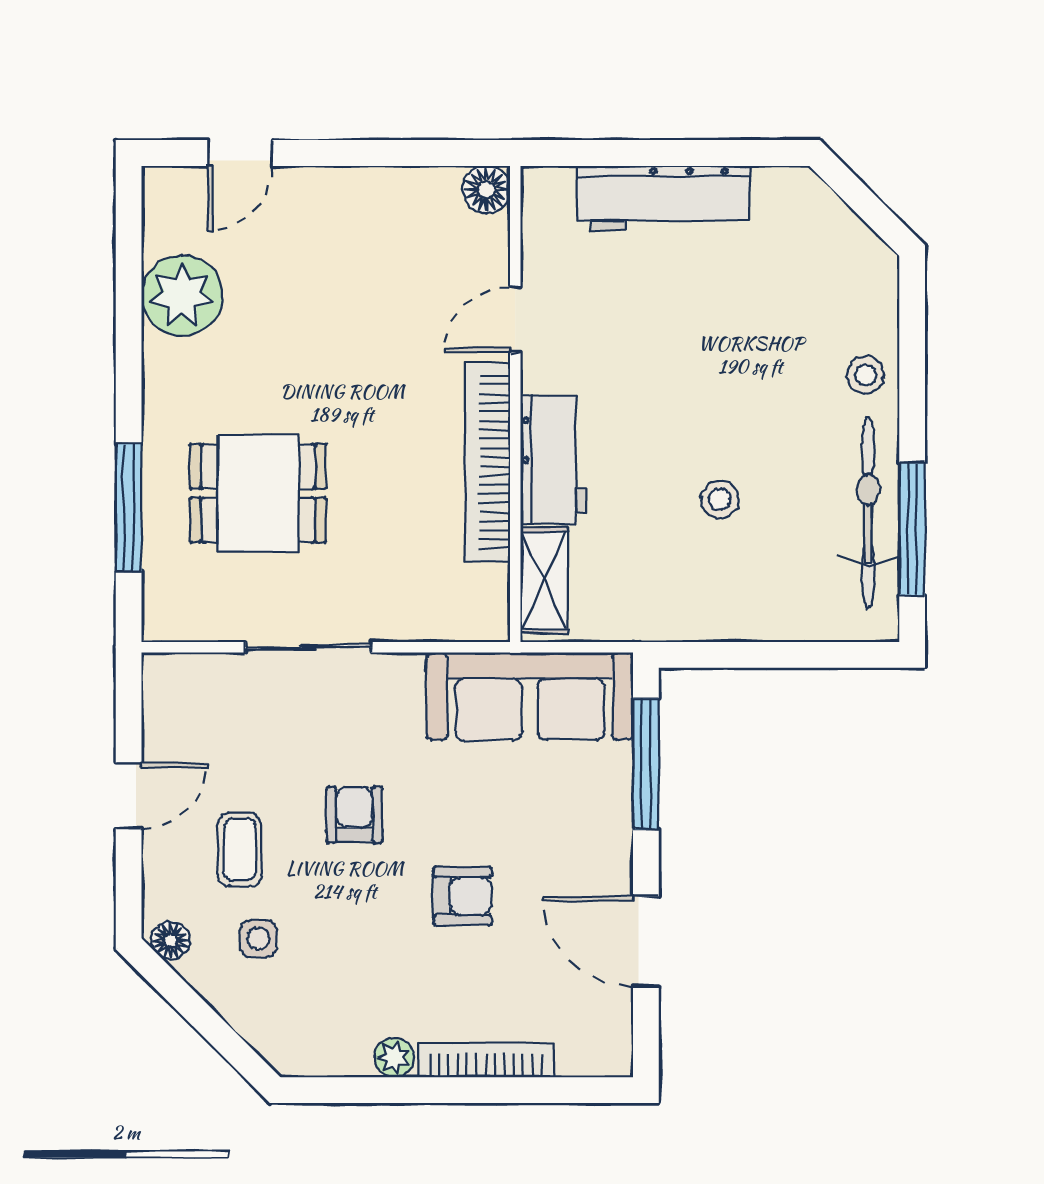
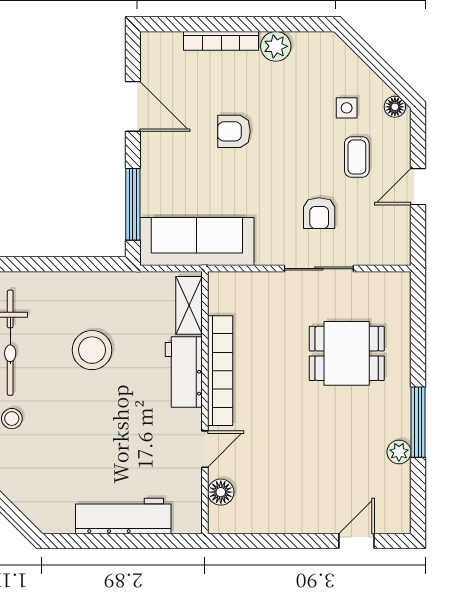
floor lamp: (486, 190) -> (221, 492), moved
plant: (182, 295) -> (399, 452), width x0.53, depth x0.53
stool: (720, 499) -> (92, 350), width x1.89, depth x1.89
window: (129, 508) -> (418, 422), moved
armchair: (354, 815) -> (319, 213), moved
plant: (394, 1058) -> (276, 46), width x1.38, depth x1.38

